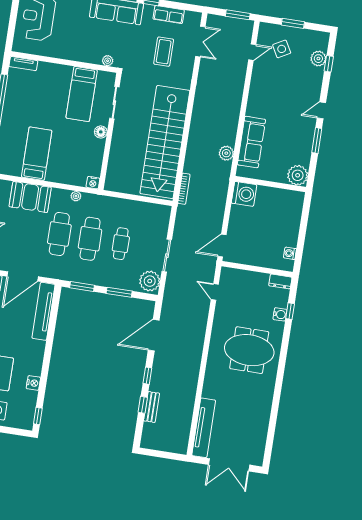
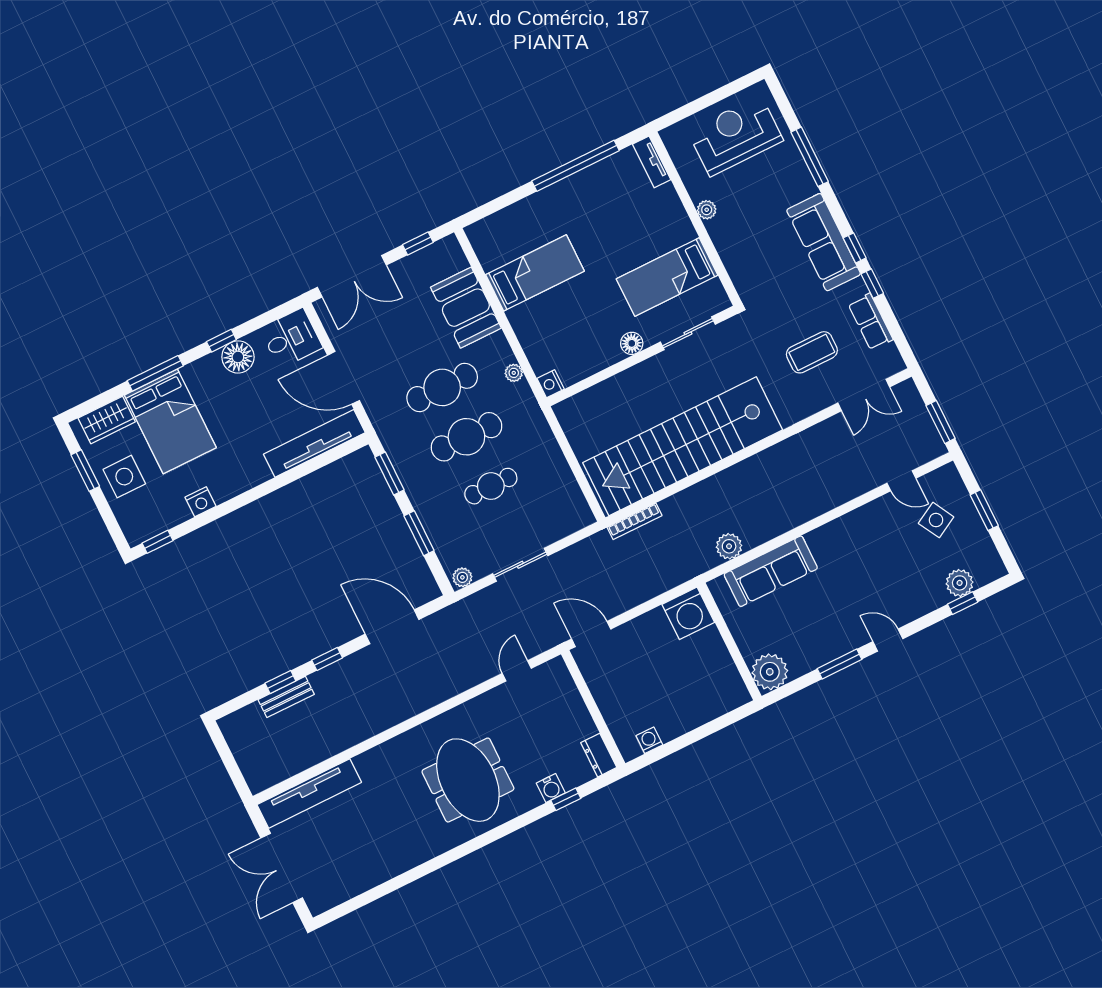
plant: (108, 61) -> (707, 210), moved
plant: (150, 281) -> (462, 577), width x0.53, depth x0.53

